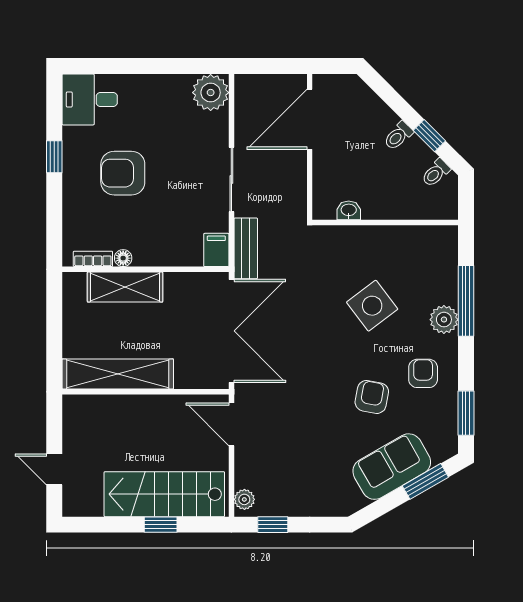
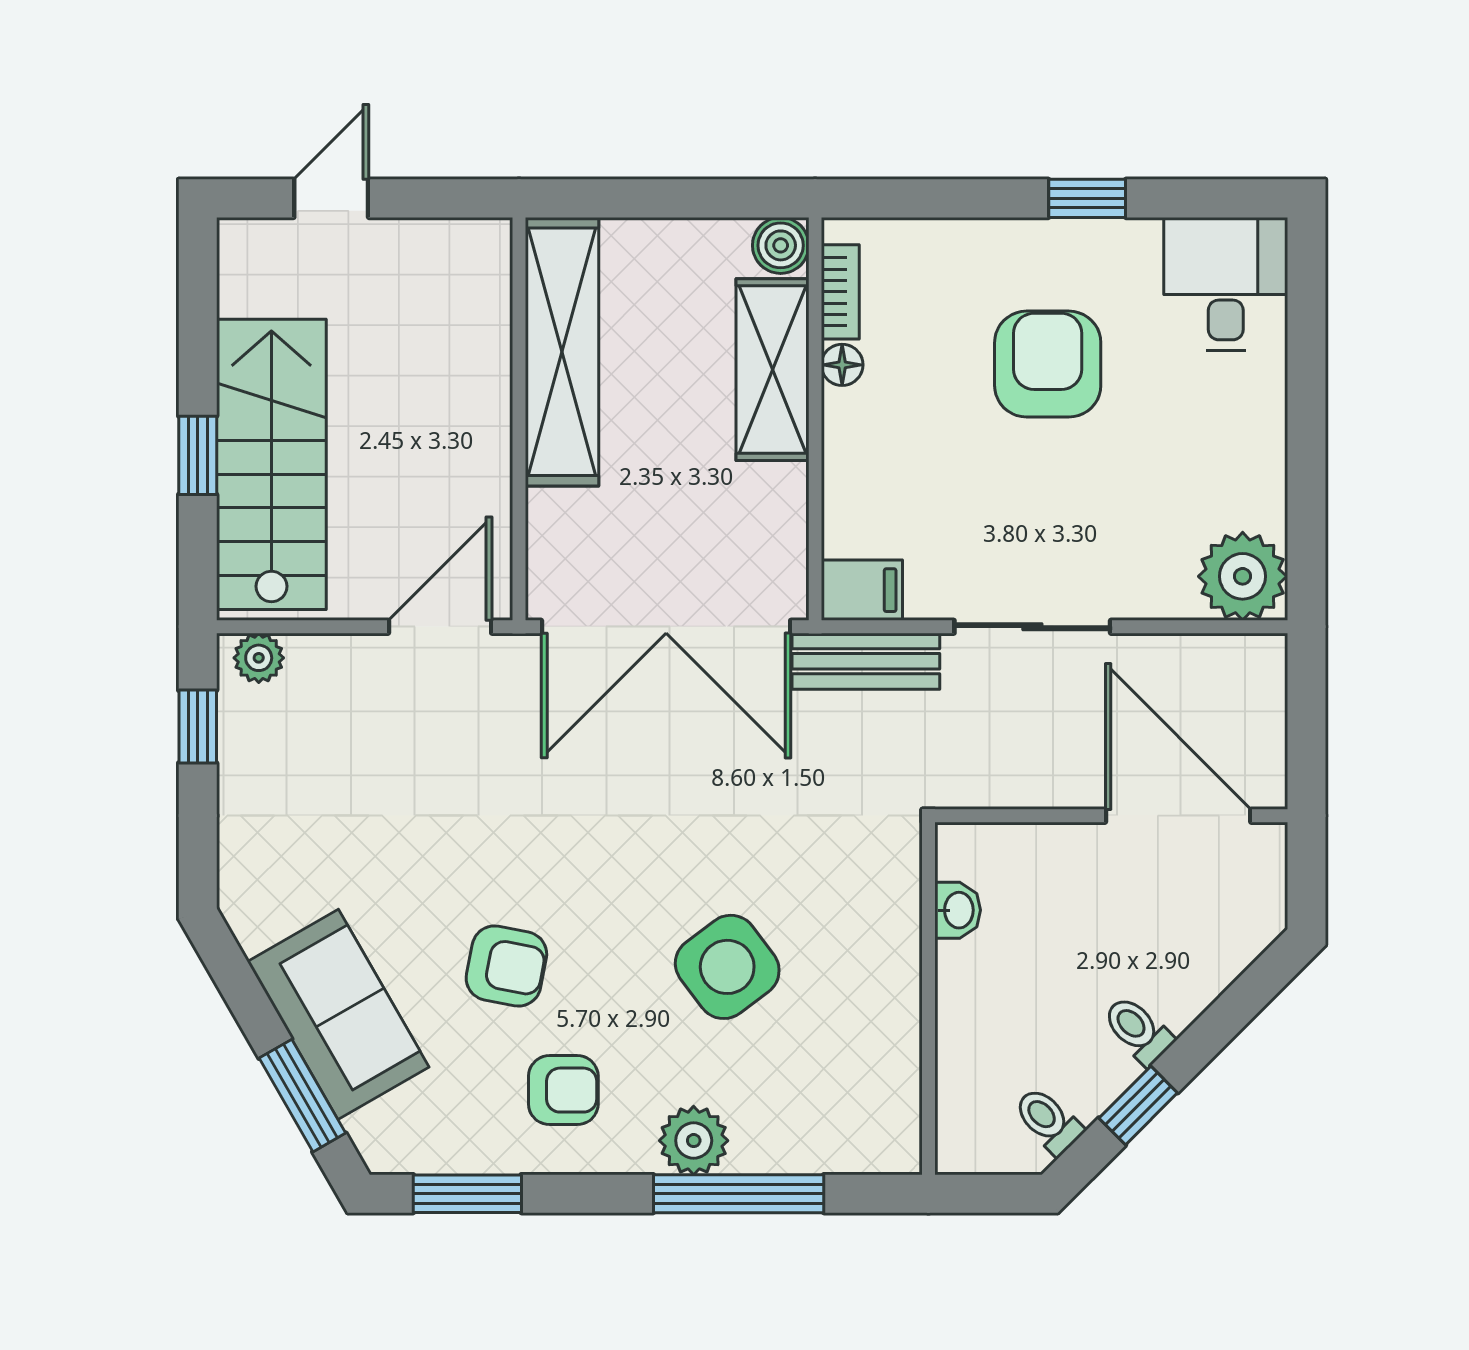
boiler: (74, 284) -> (781, 245), added

